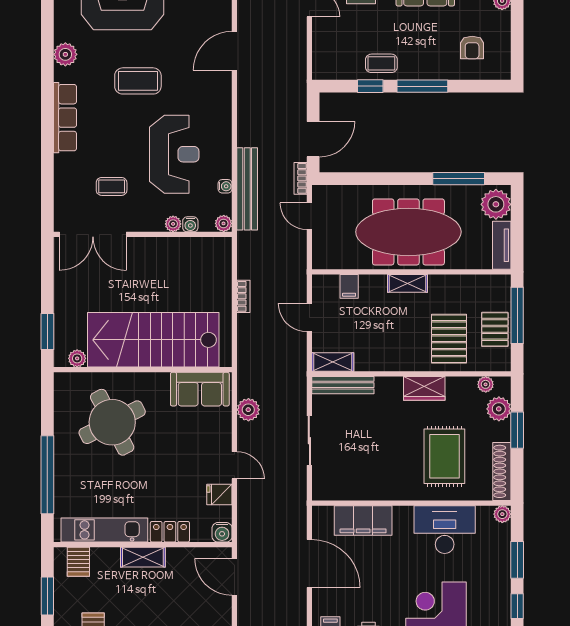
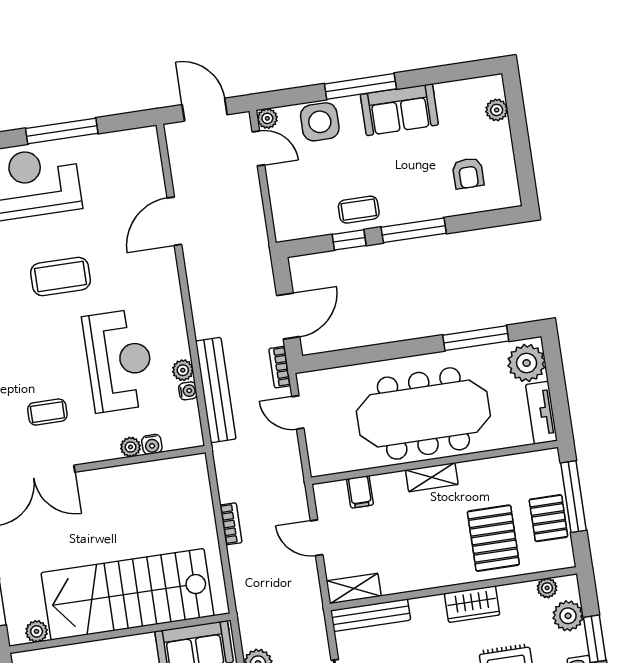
plant: (224, 223) -> (183, 370), moved

